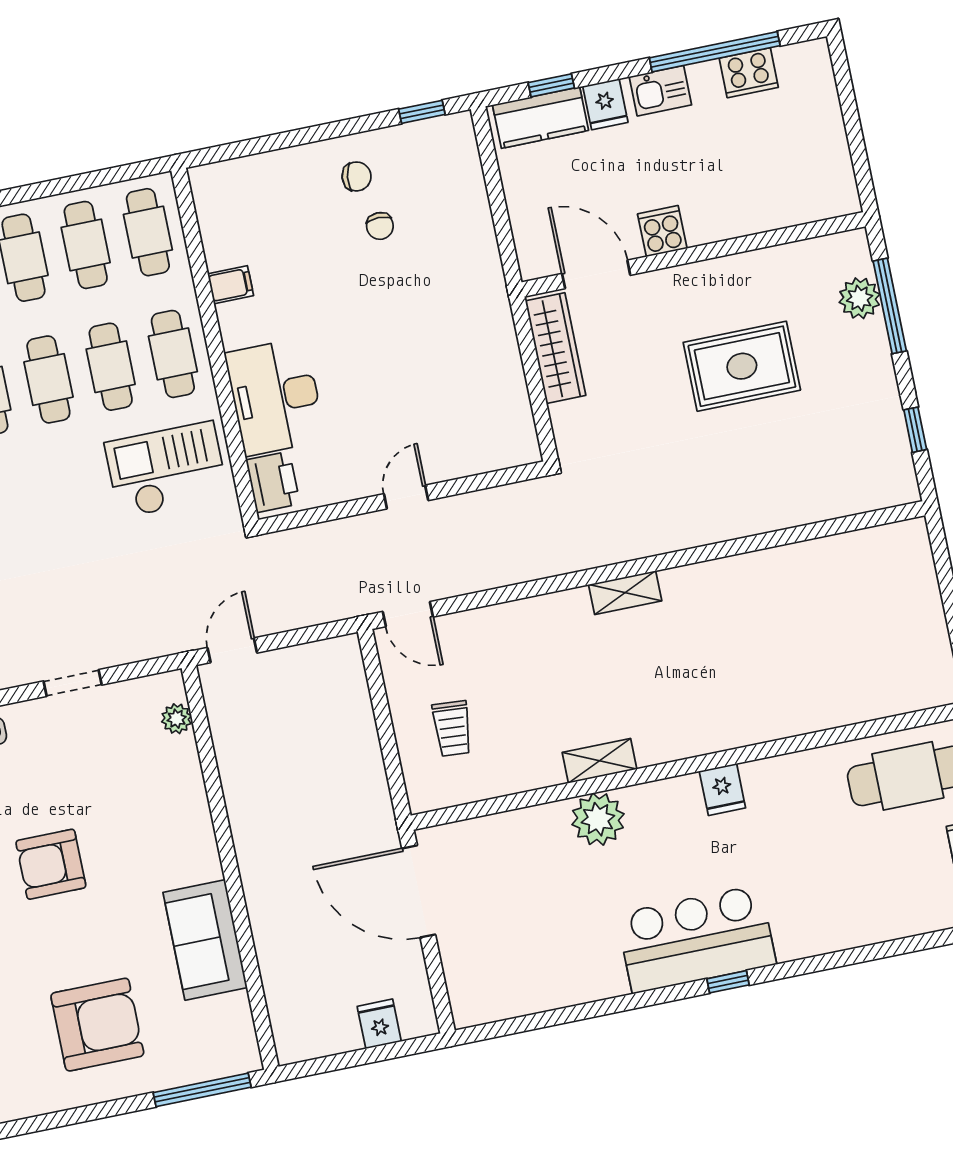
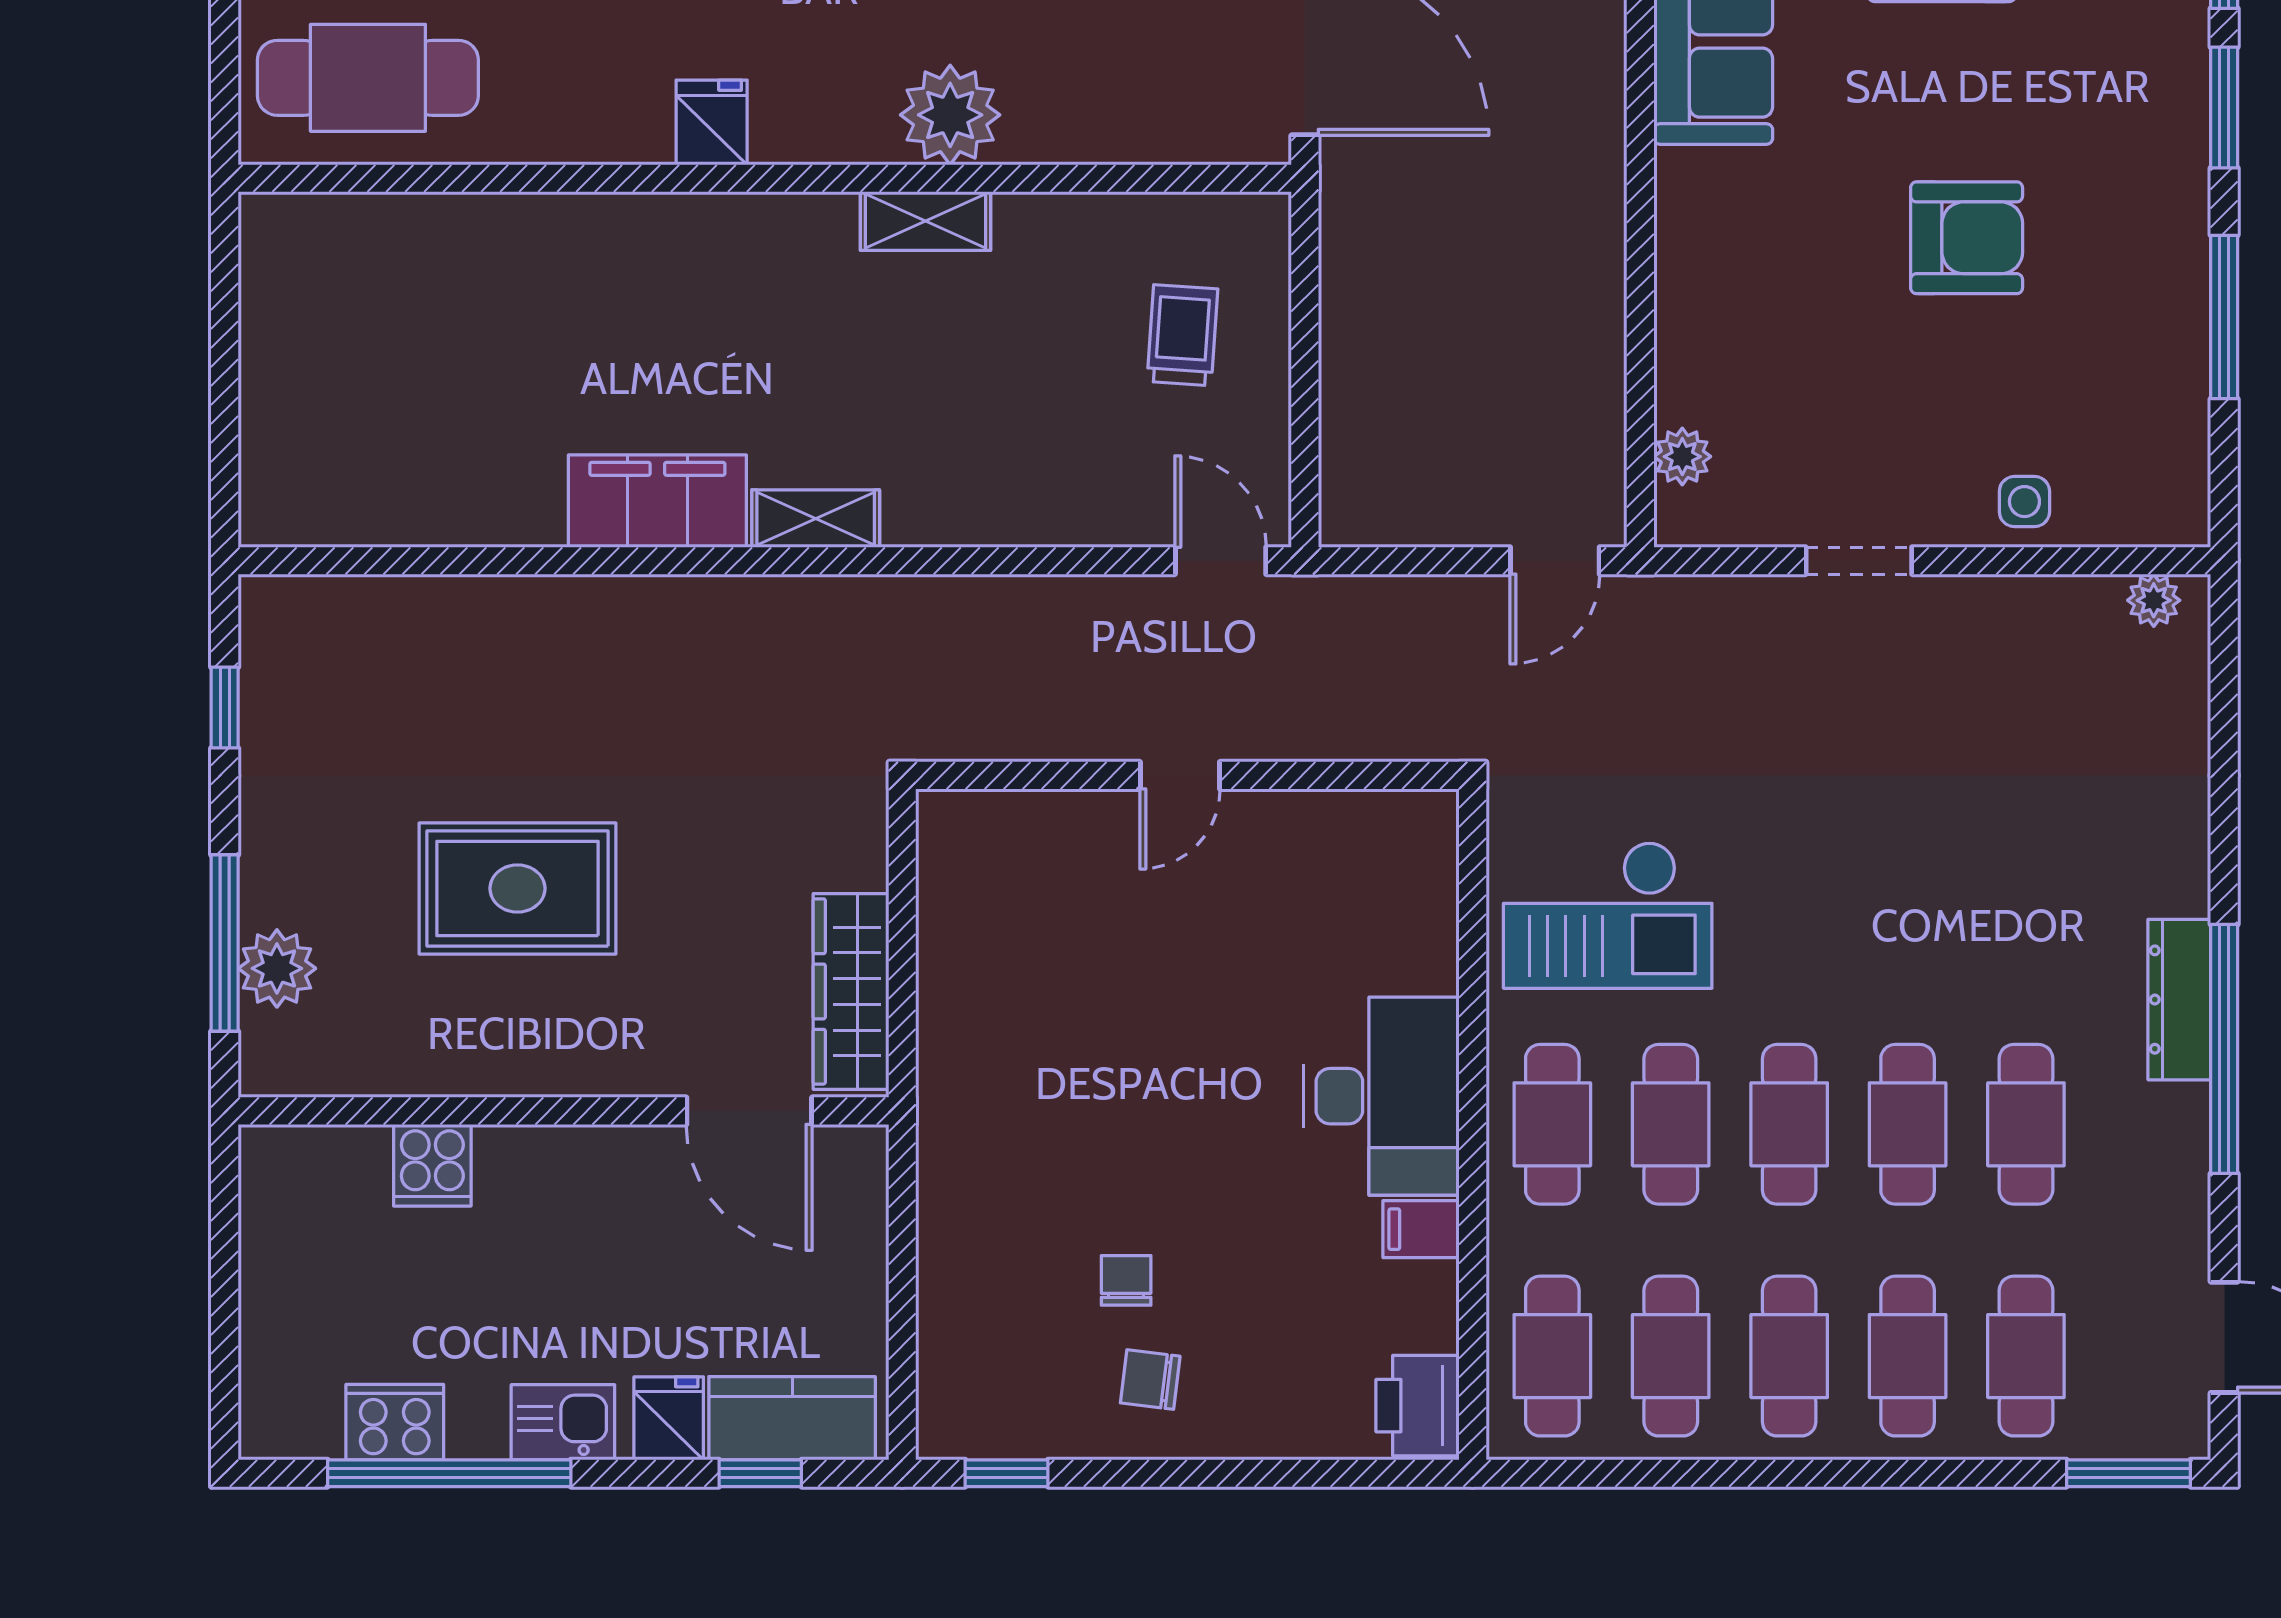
cooker: (662, 231) -> (432, 1165), moved
desk: (275, 397) -> (1381, 1096), moved
printer: (273, 482) -> (1418, 1406), moved
filing cabinet: (710, 585) -> (657, 501), added

